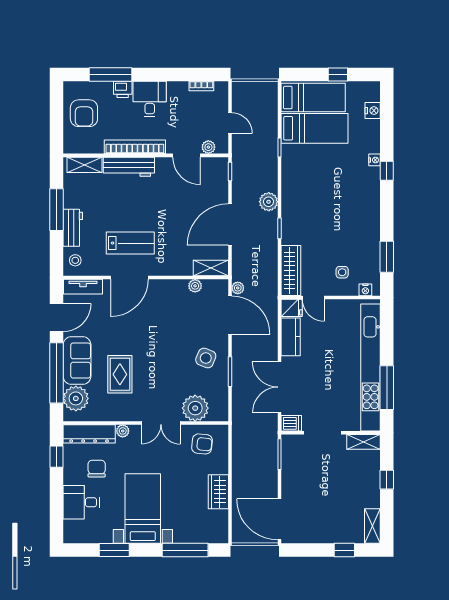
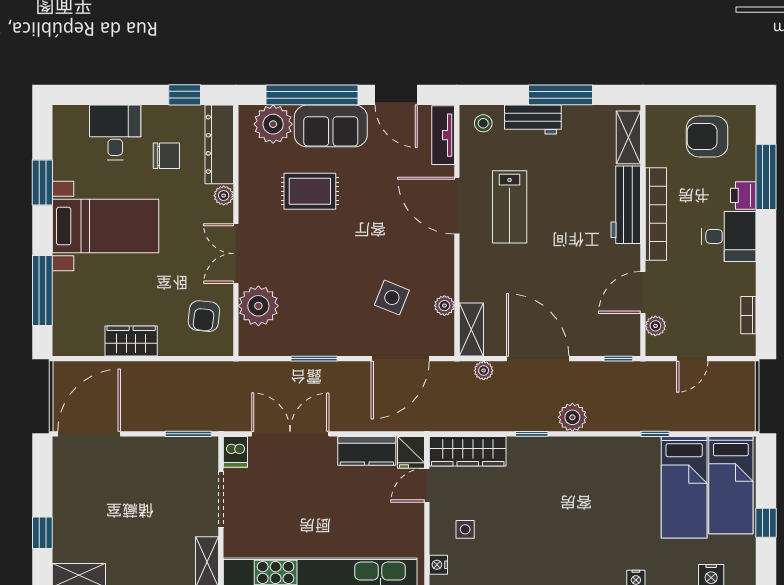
plant: (238, 288) -> (484, 370), moved
side table: (206, 358) -> (392, 298), moved

